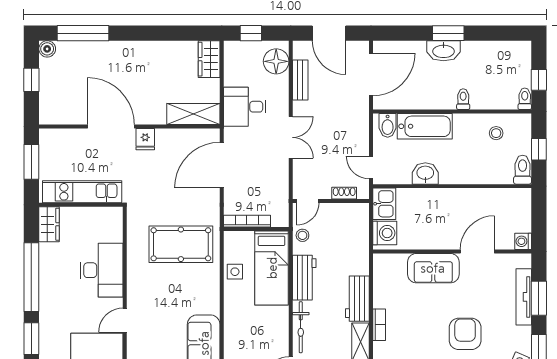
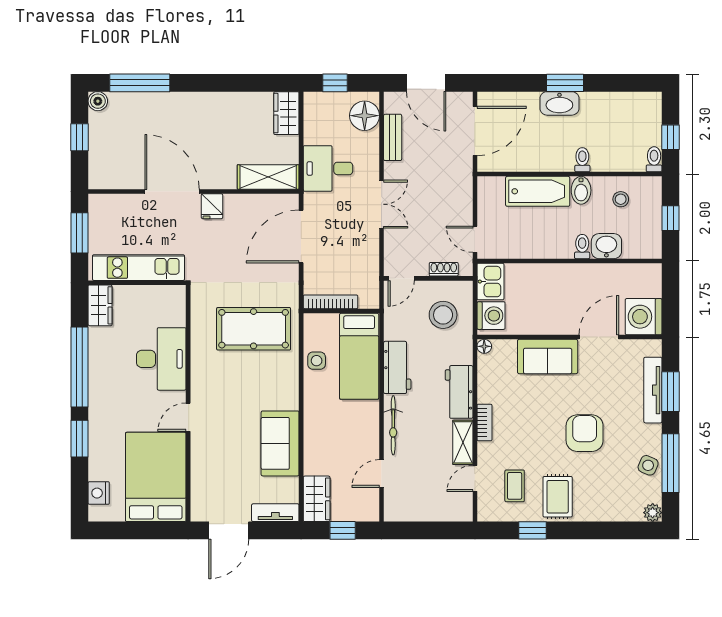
bidet: (388, 125) -> (581, 190), moved
toilet: (523, 170) -> (582, 247), moved, width x0.73, depth x0.72
washbasin: (425, 173) -> (606, 246), moved
stool: (302, 235) -> (443, 315), moved, width x1.89, depth x1.89
washing machine: (523, 241) -> (644, 317), width x1.89, depth x1.89
floor lamp: (379, 259) -> (484, 346), added

